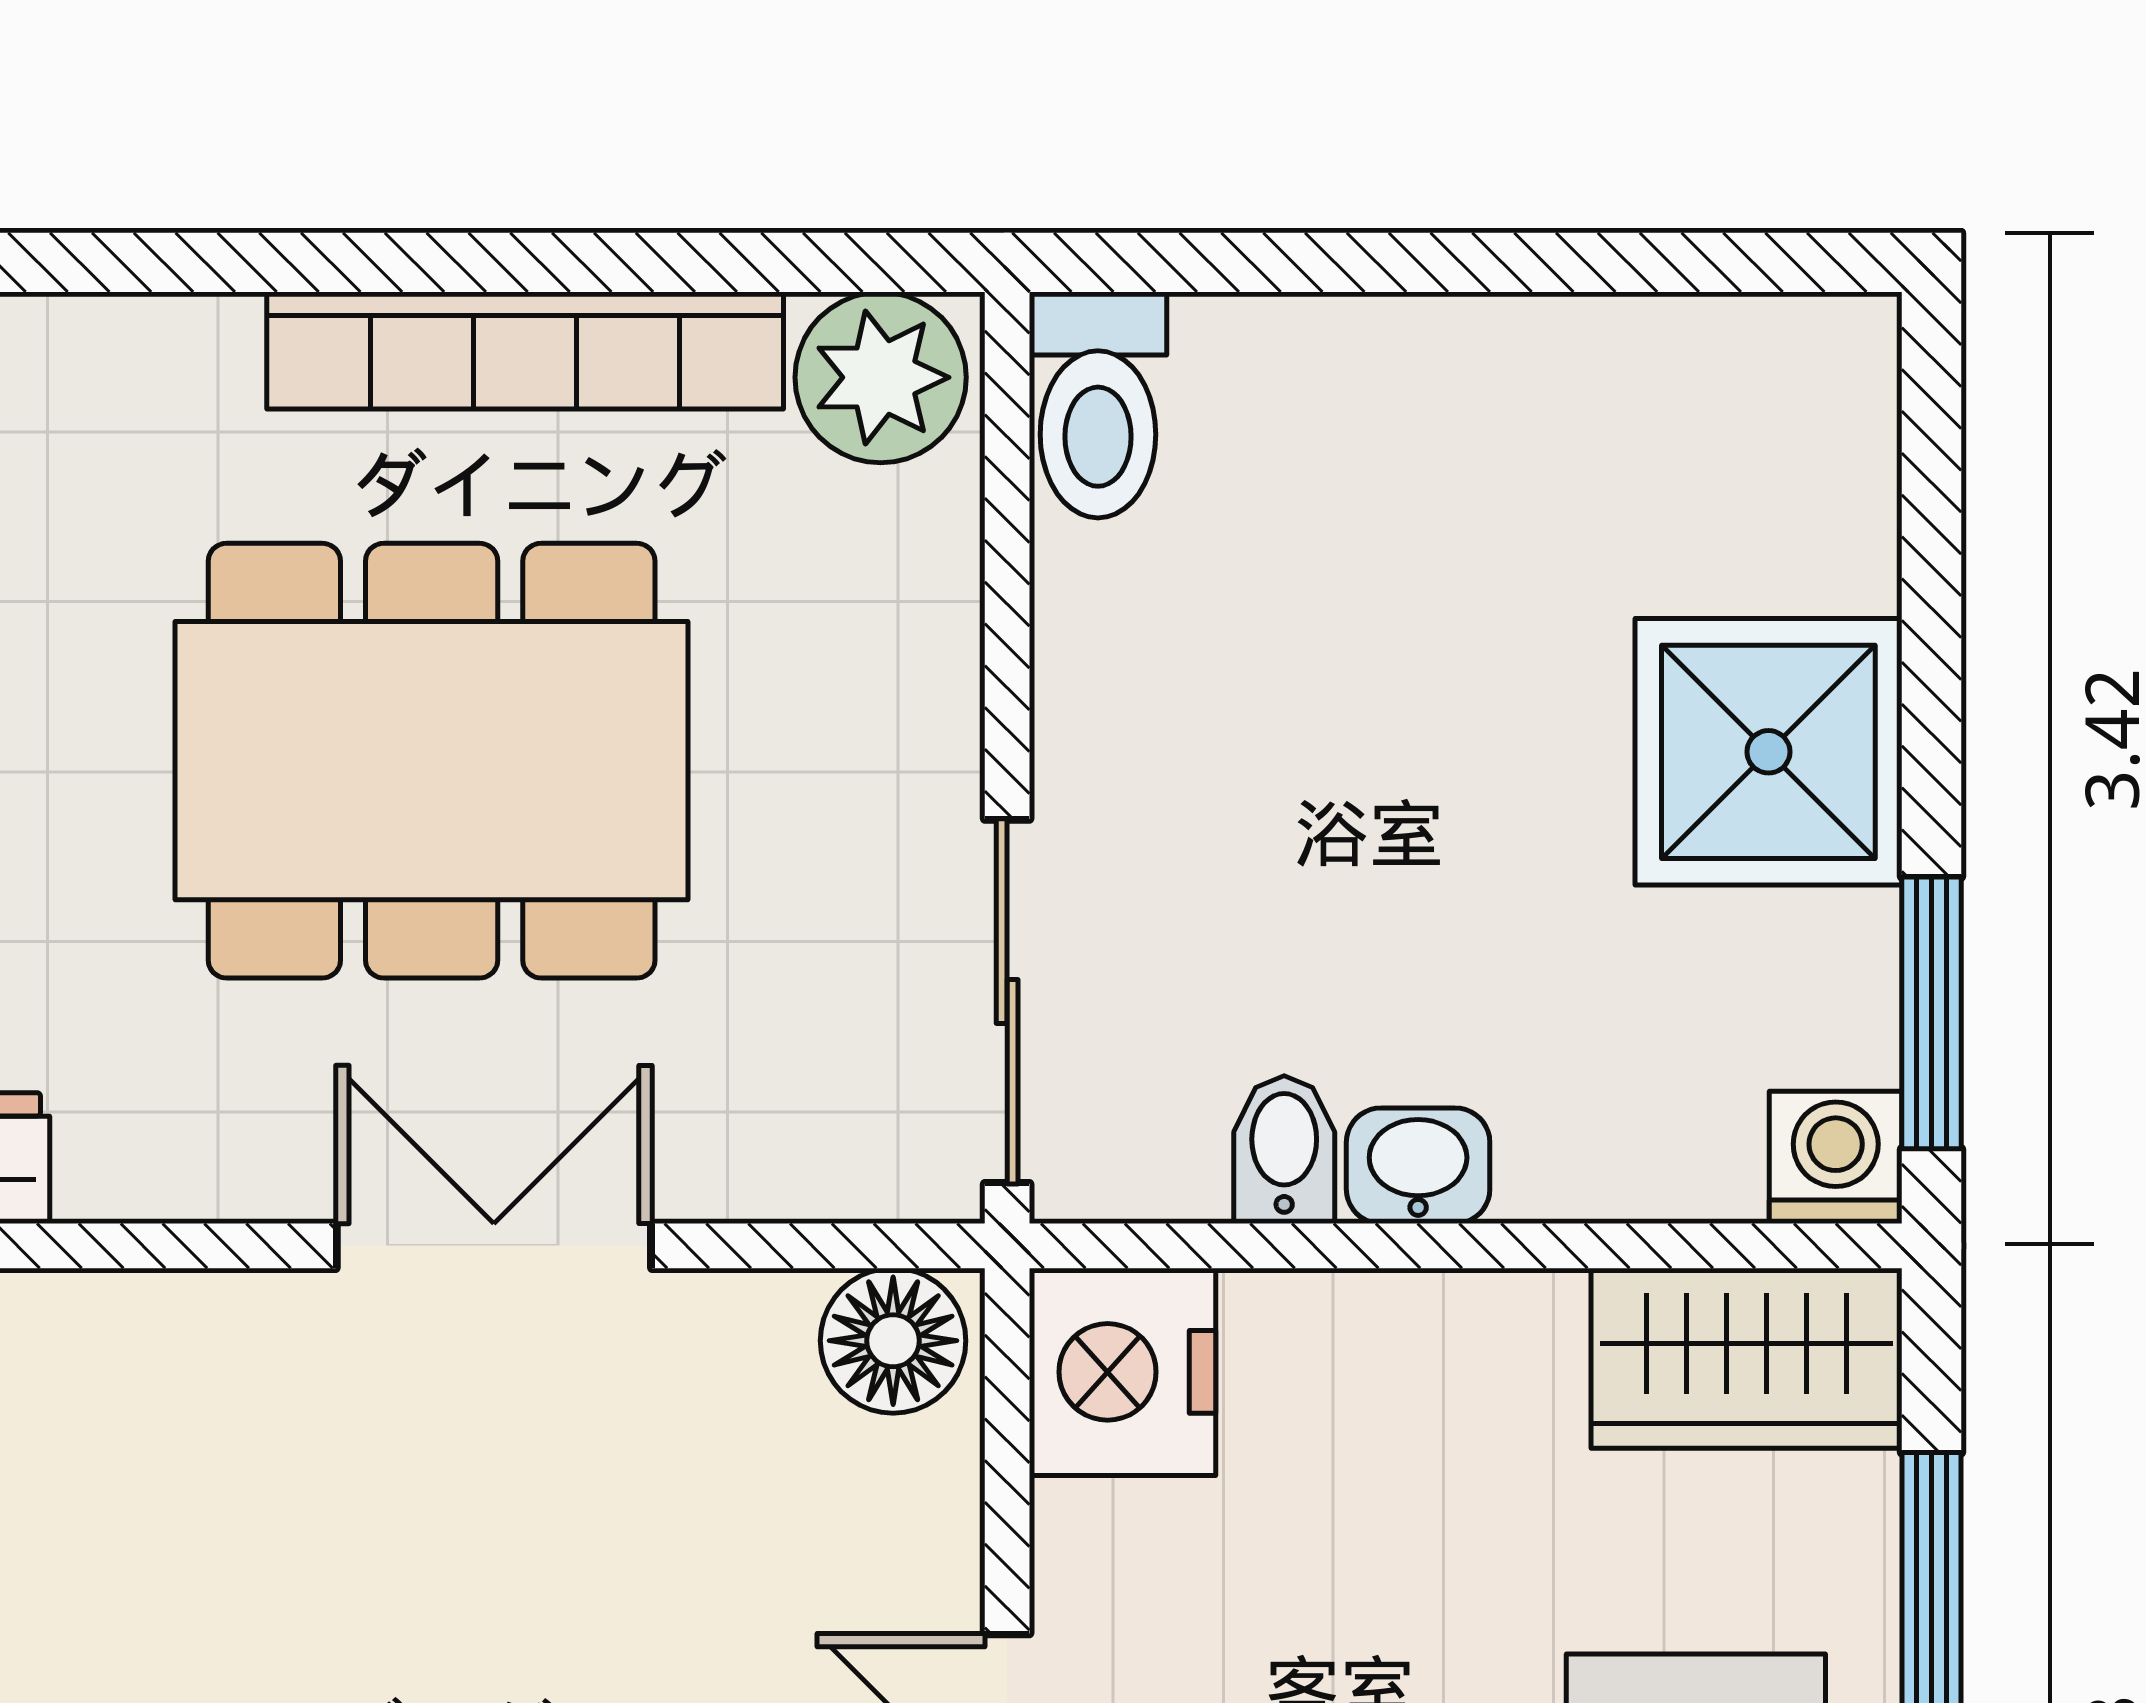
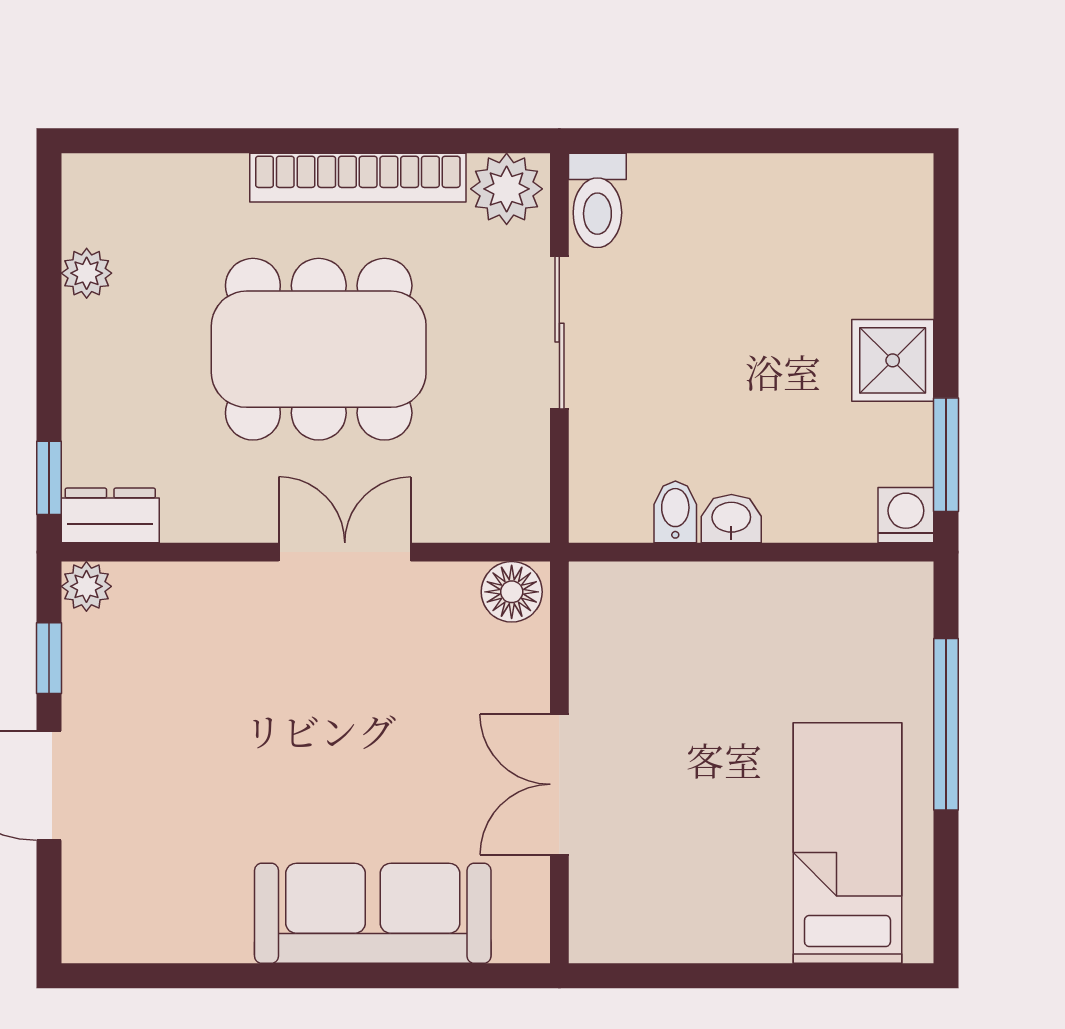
shower: (1768, 752) -> (893, 360), width x0.73, depth x0.73
sliding door: (1007, 1001) -> (559, 333), moved
wardrobe: (1747, 1358) -> (869, 599), removed
nightstand: (1122, 1372) -> (608, 605), removed

